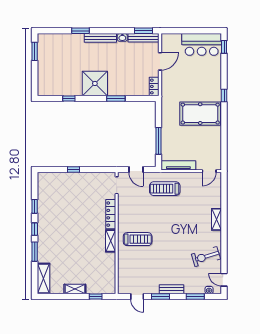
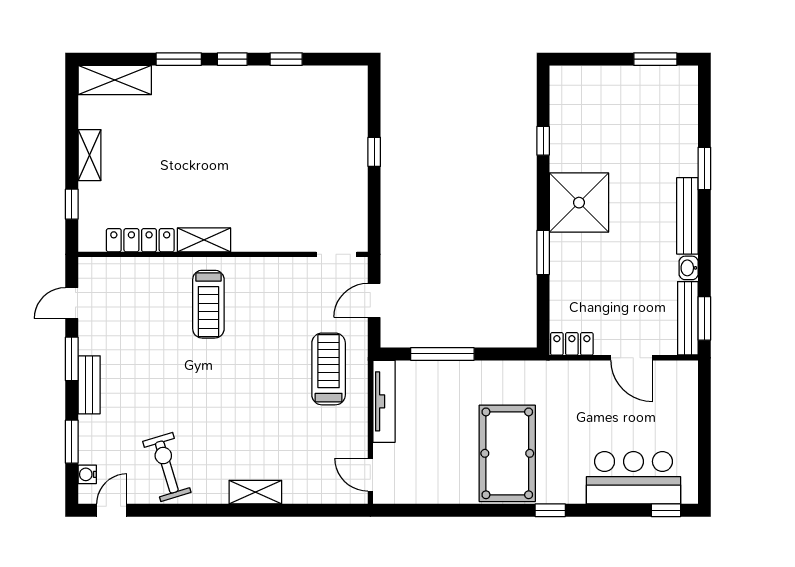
bar counter: (202, 44) -> (633, 478), moved, turned 90
locker: (111, 214) -> (140, 240), moved

